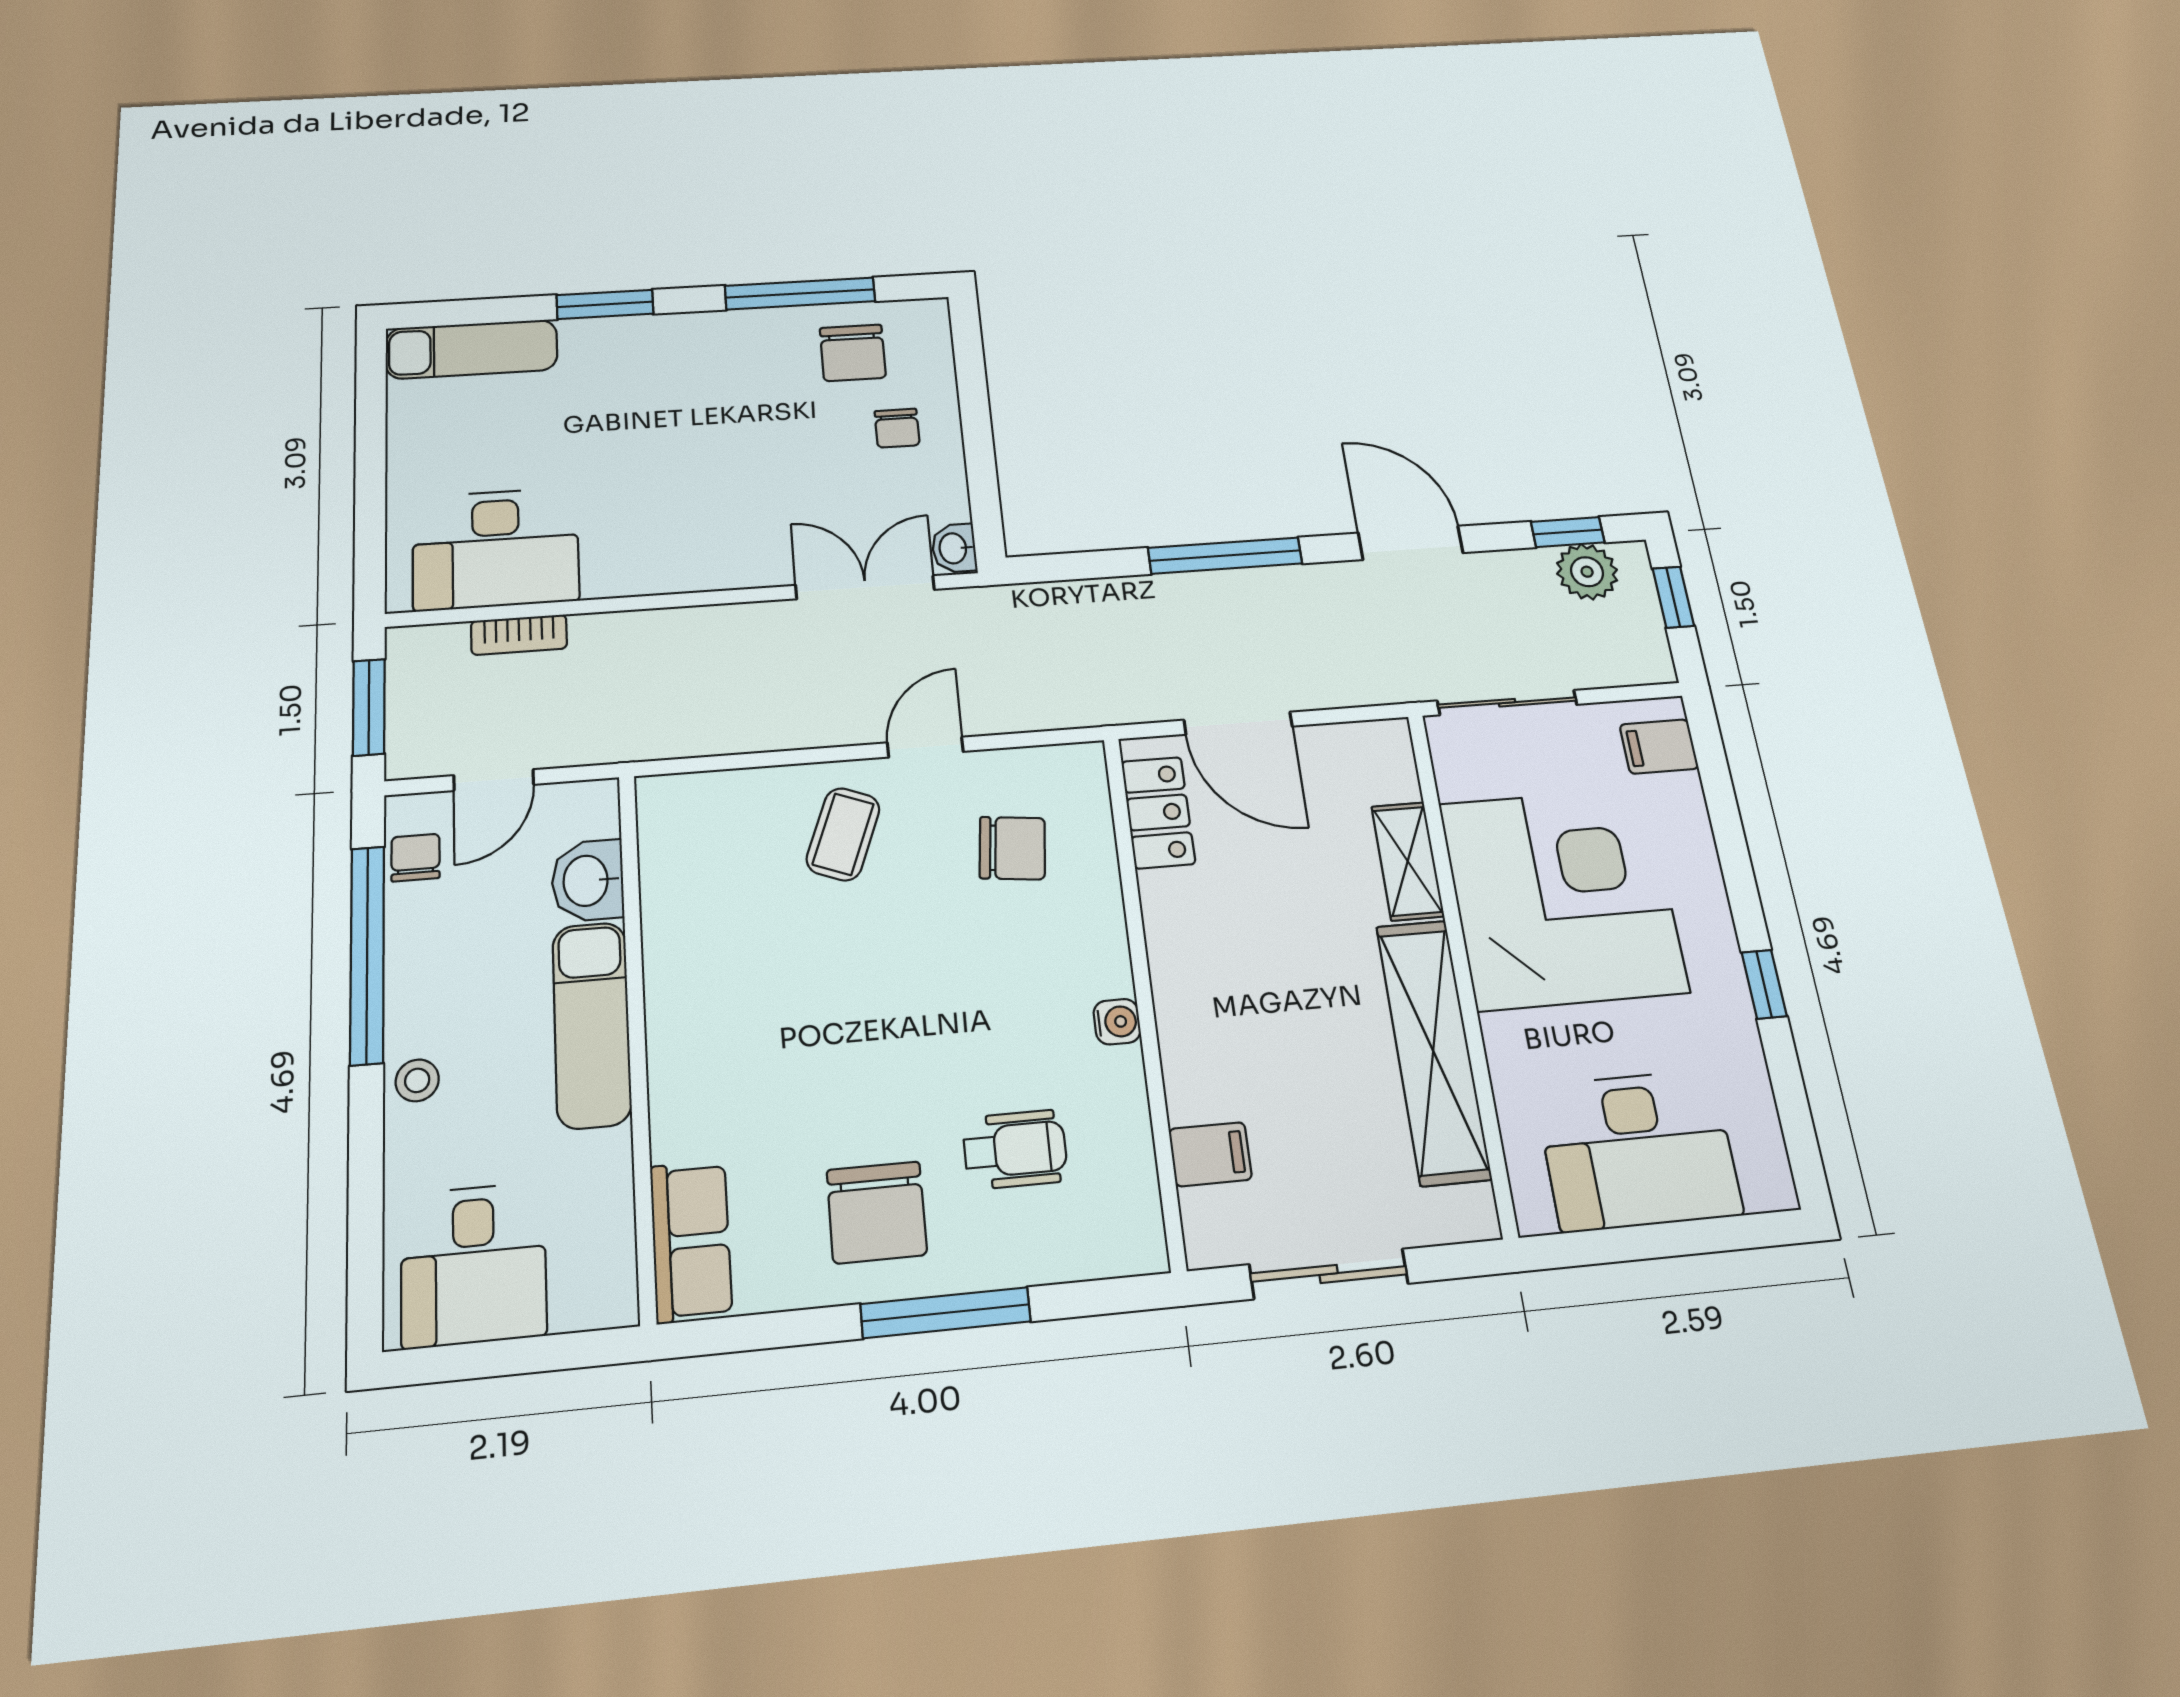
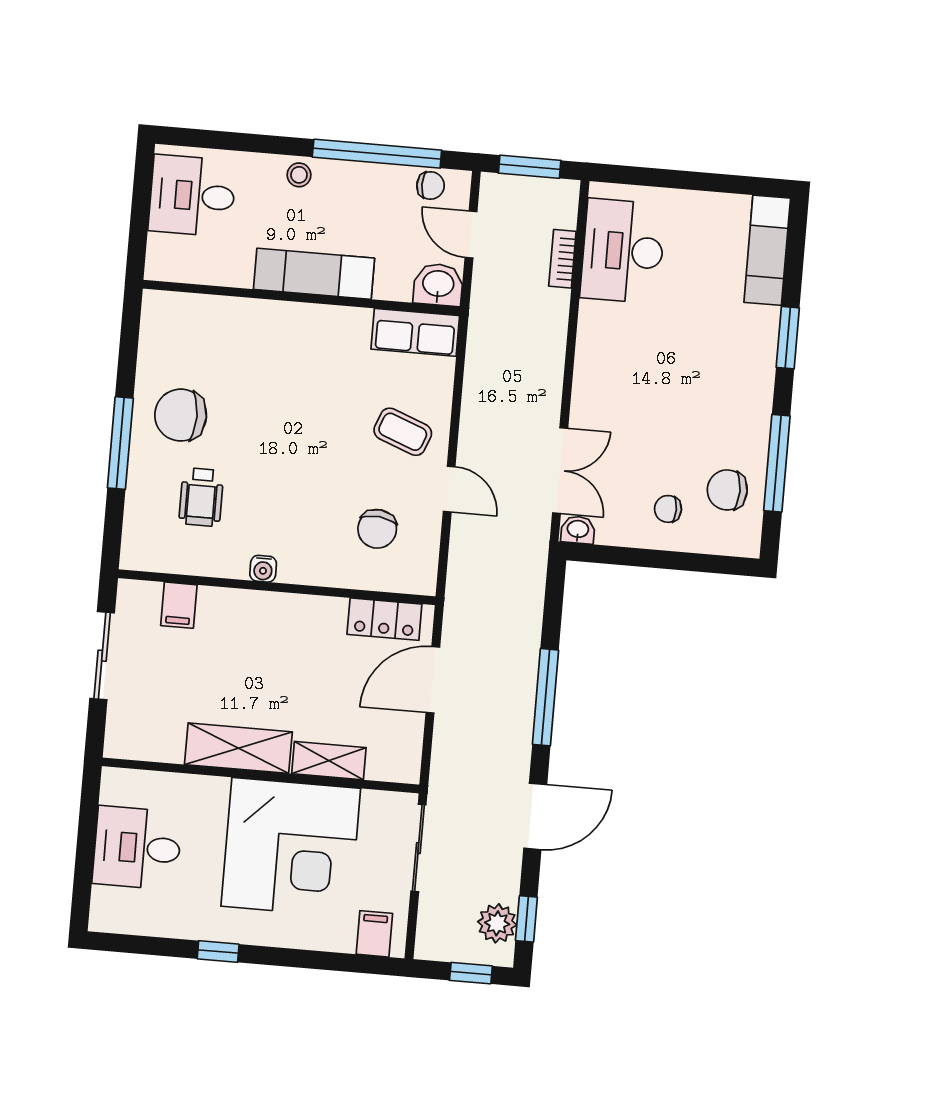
washbasin: (588, 881) -> (438, 285), moved
shelving: (1433, 1051) -> (238, 748), width x0.68
desk: (1638, 1150) -> (137, 848), width x0.73
row of seats: (691, 1241) -> (415, 332), moved

